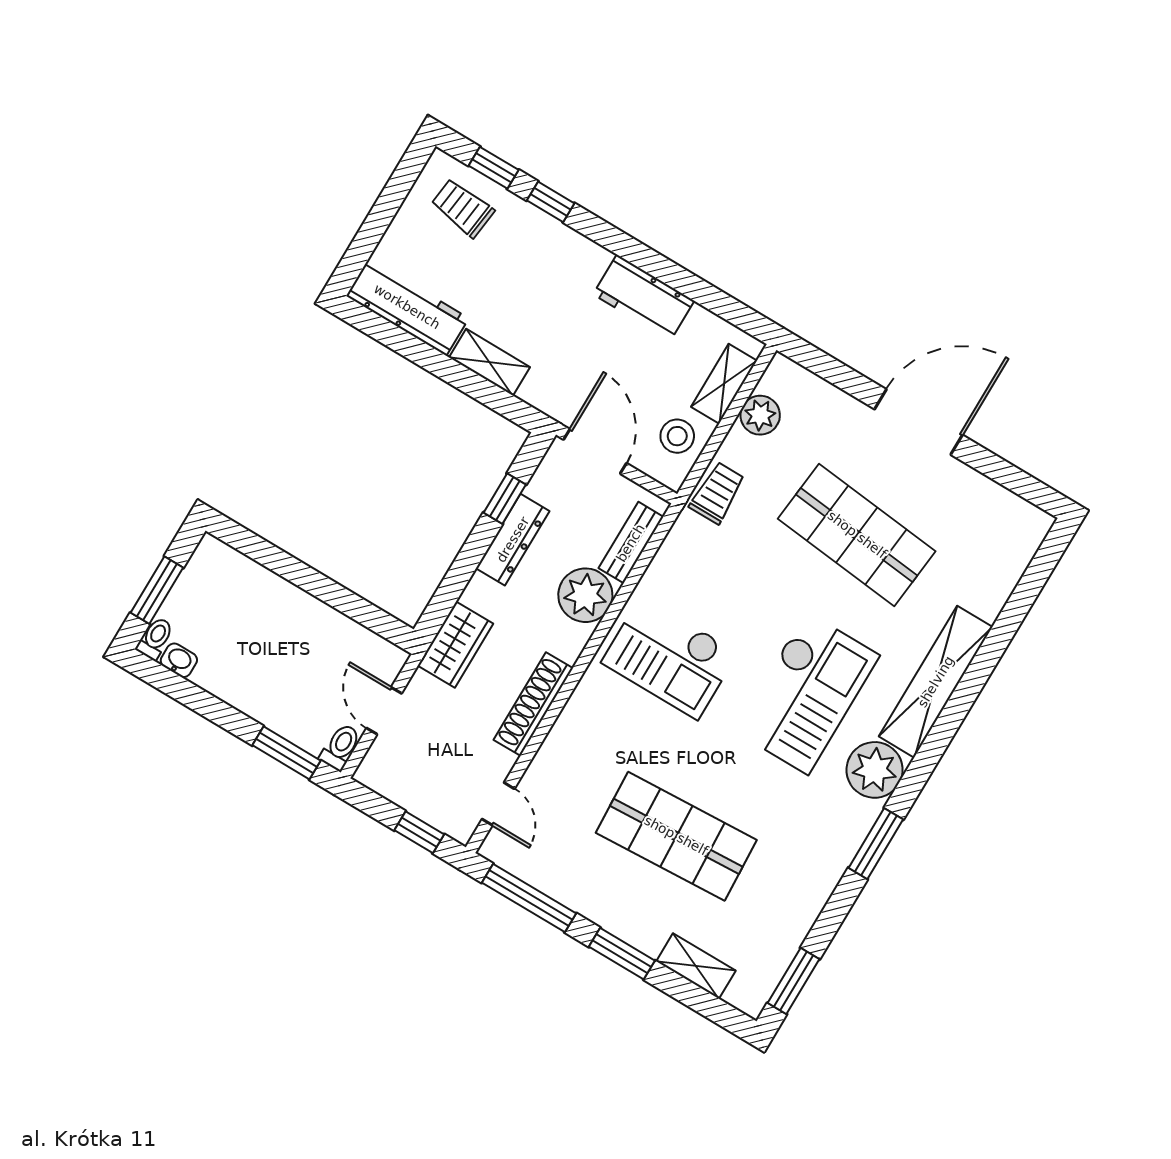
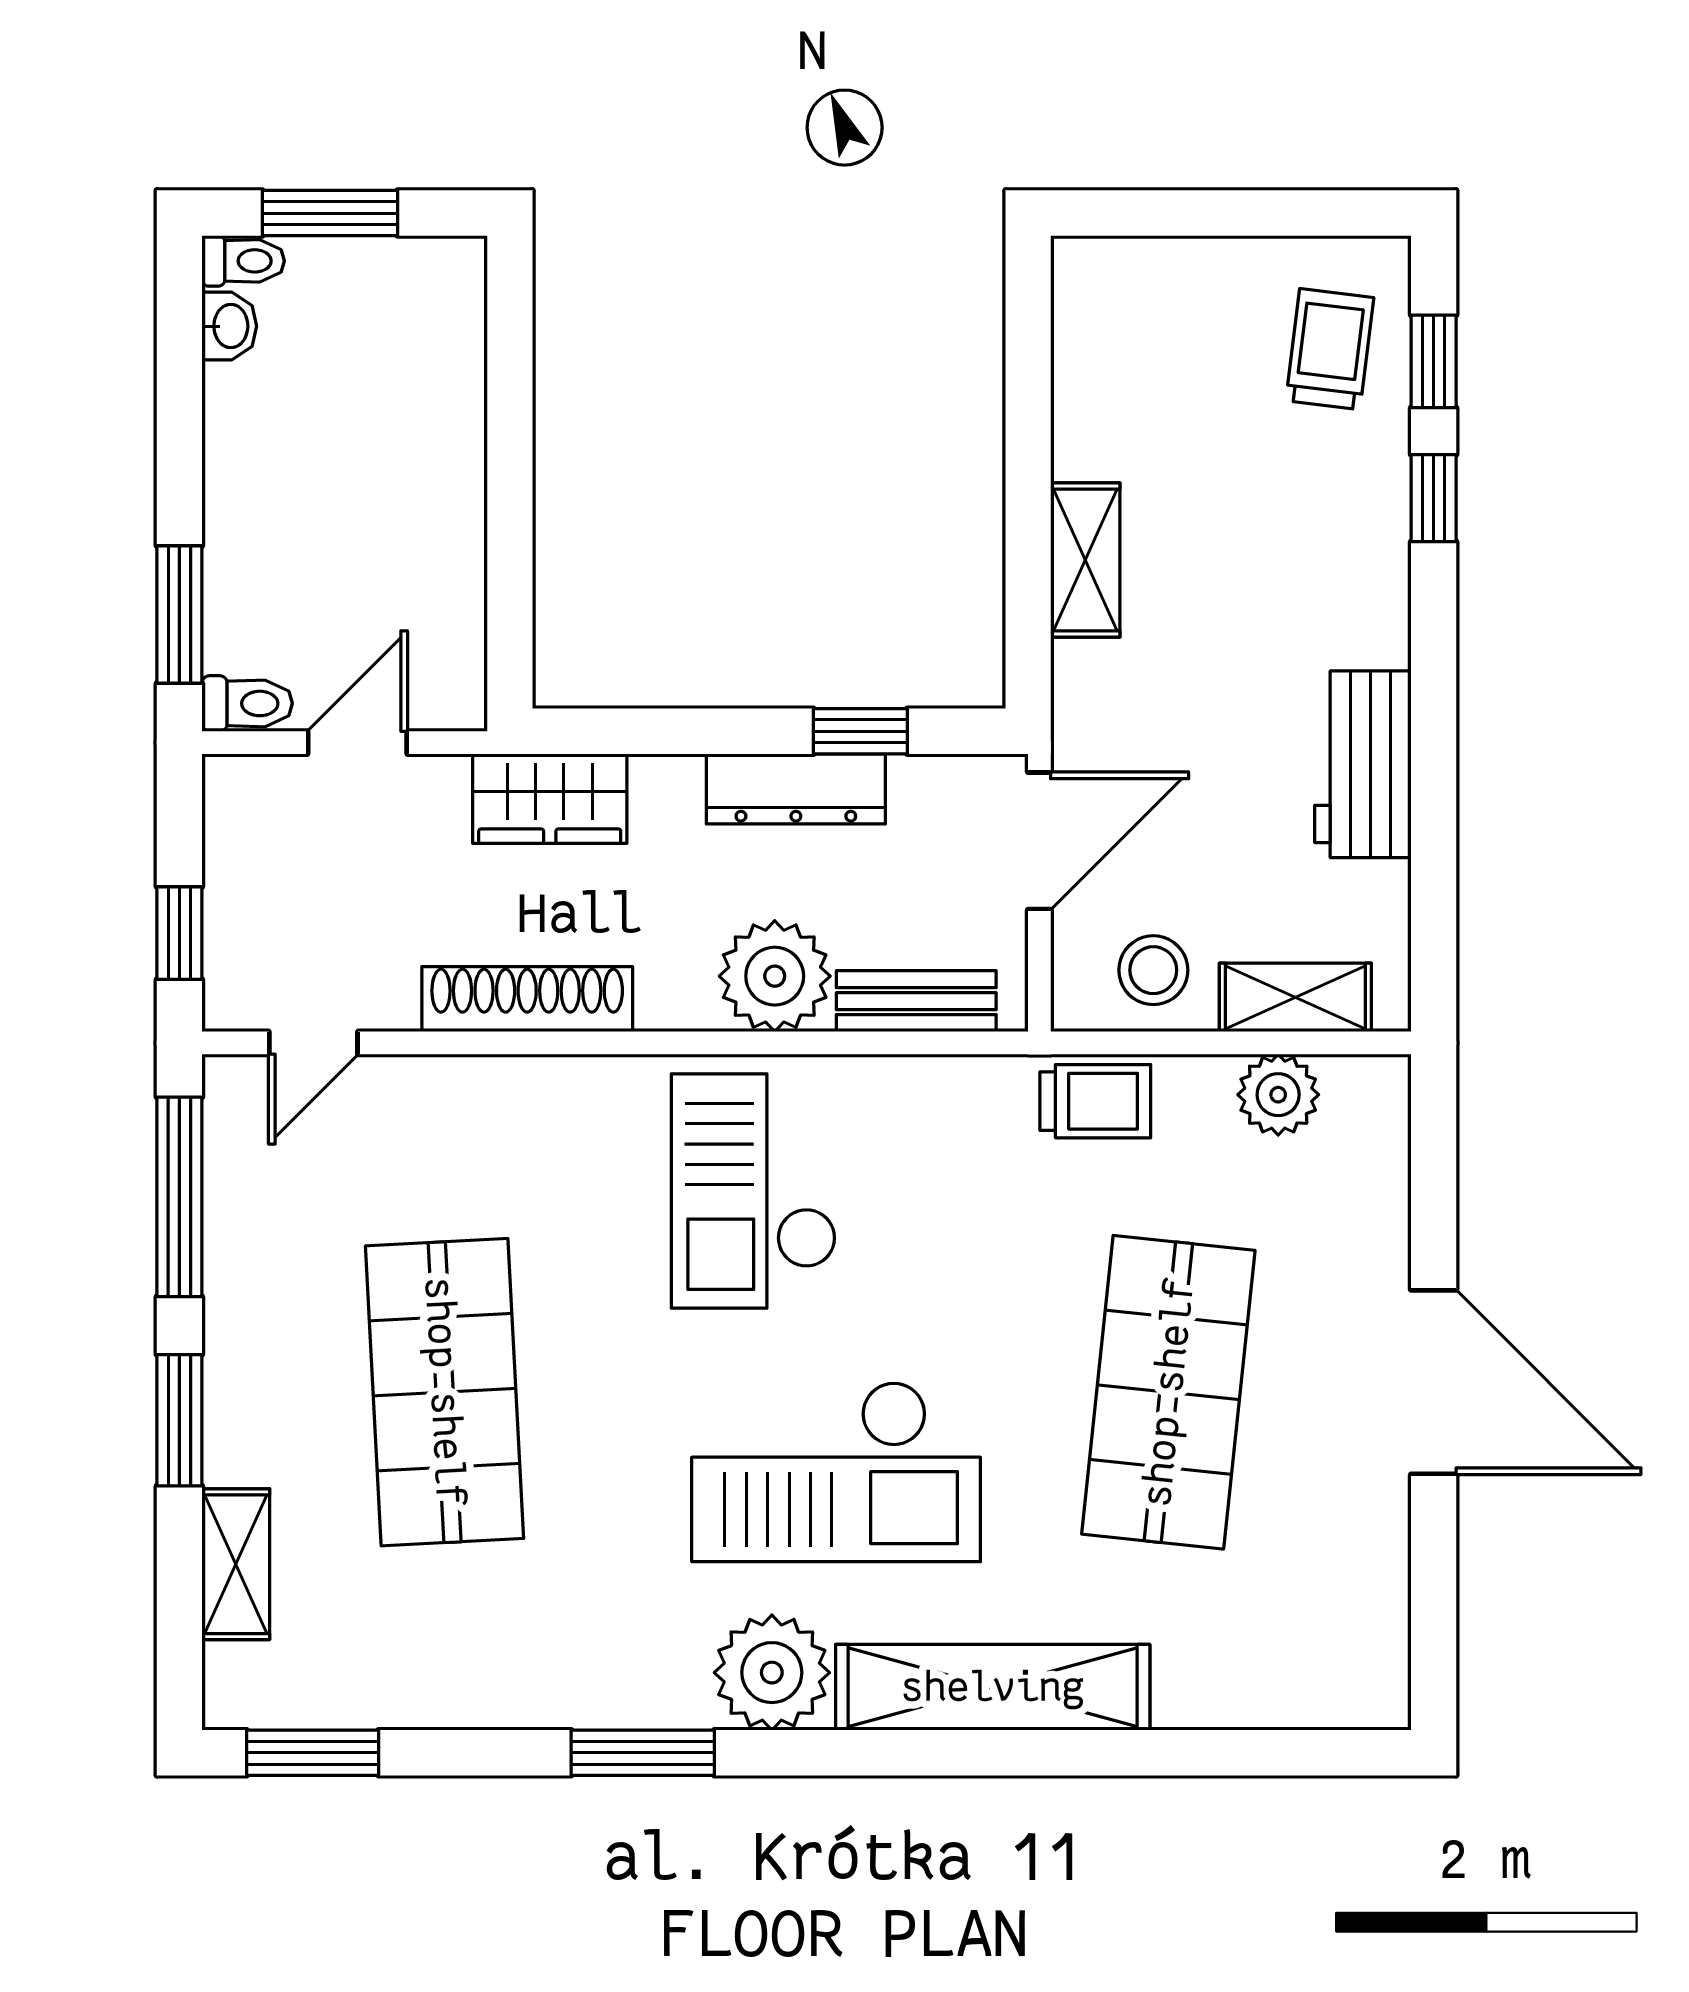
workbench: (407, 307) -> (1096, 356), removed

